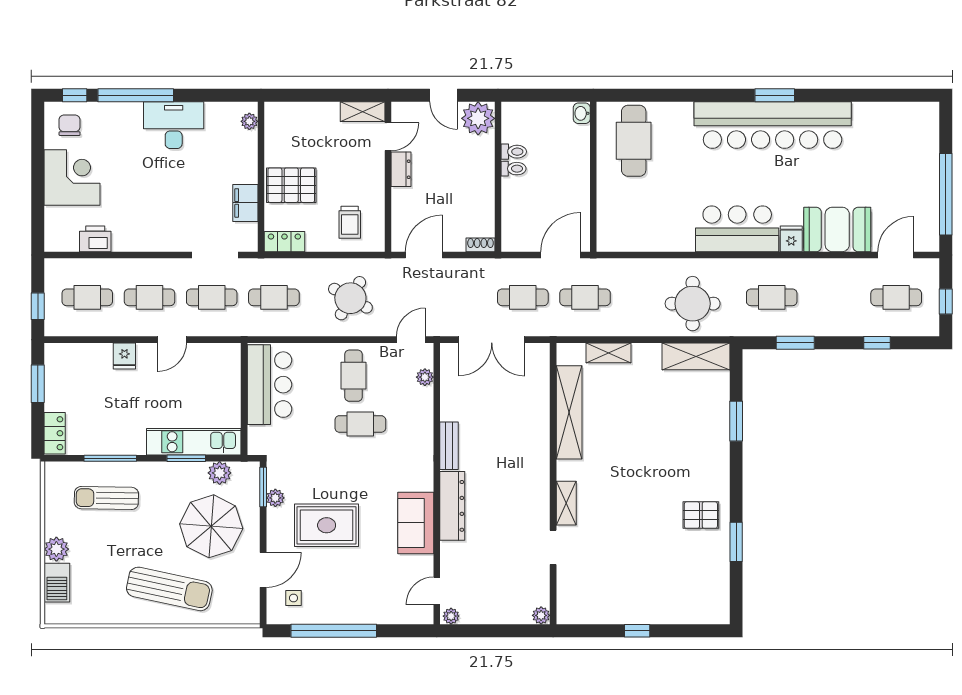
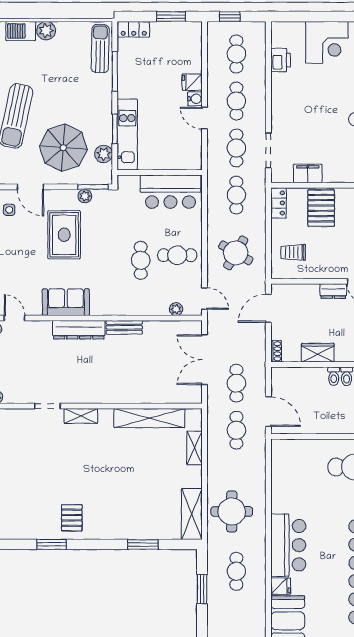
wardrobe: (482, 190) -> (318, 353), added
door: (424, 255) -> (268, 308), swing flipped
water cooler: (147, 352) -> (195, 99), added
sun lounger: (106, 498) -> (100, 49), moved

